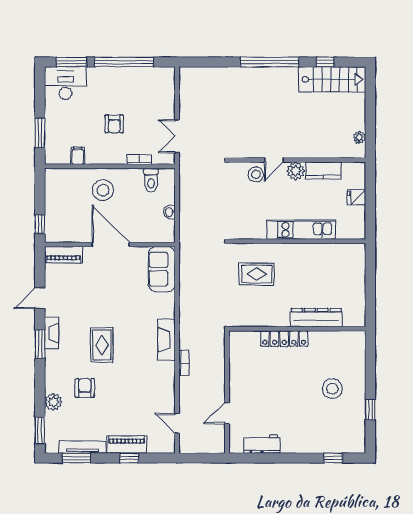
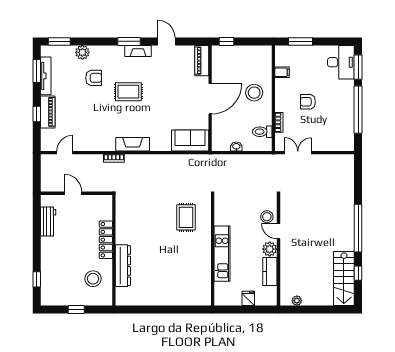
dresser: (316, 318) -> (123, 266), moved
wall: (297, 329) -> (114, 250), moved
locker: (284, 339) -> (106, 240), moved

